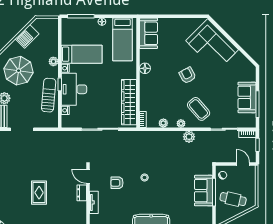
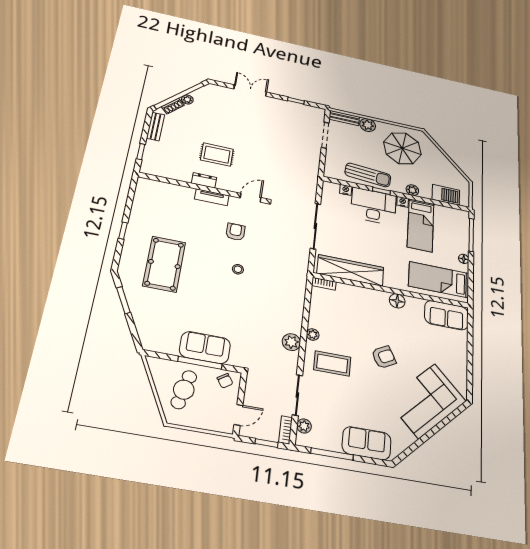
barbecue: (27, 36) -> (446, 195), moved, turned 135
sofa: (247, 97) -> (367, 443), moved
coffee table: (199, 109) -> (332, 364), turned 41
plant: (163, 123) -> (304, 426), moved
rug: (39, 193) -> (217, 155), moved
dresser: (82, 193) -> (204, 180), moved

